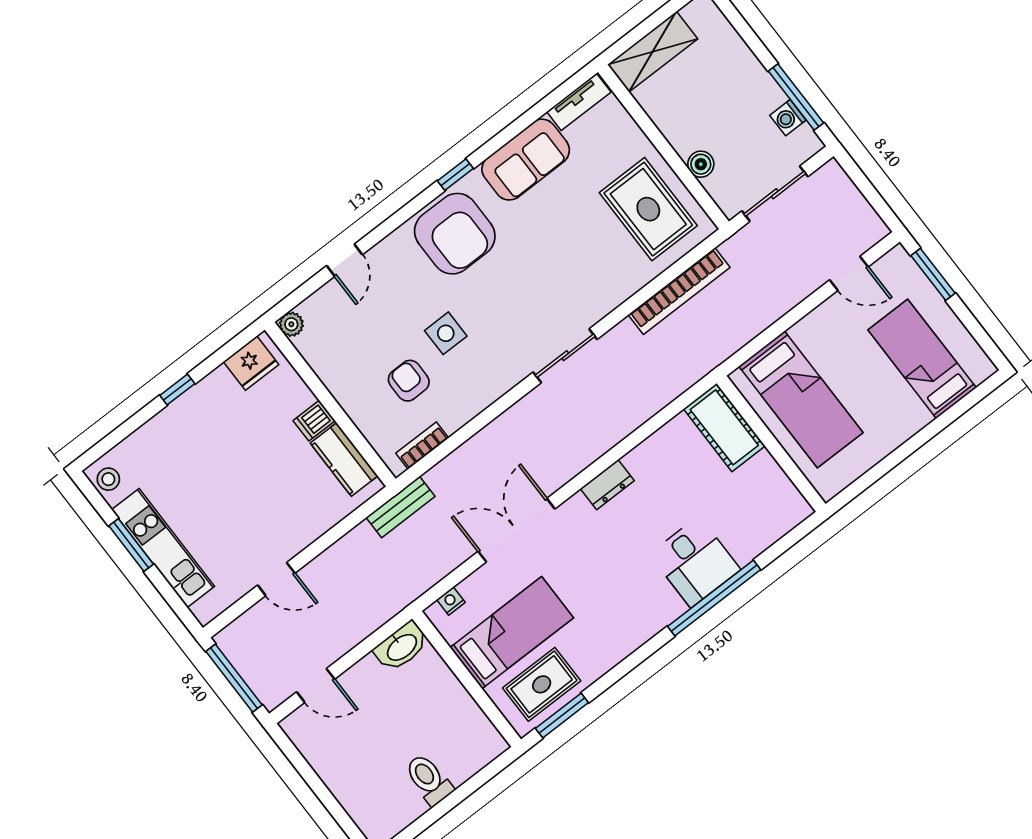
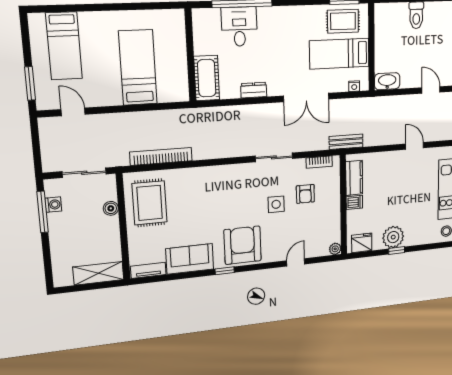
sliding door: (565, 356) -> (274, 157), moved
plant: (201, 408) -> (393, 237), added
cot: (724, 427) -> (207, 78), moved
wall: (771, 444) -> (190, 55), moved

